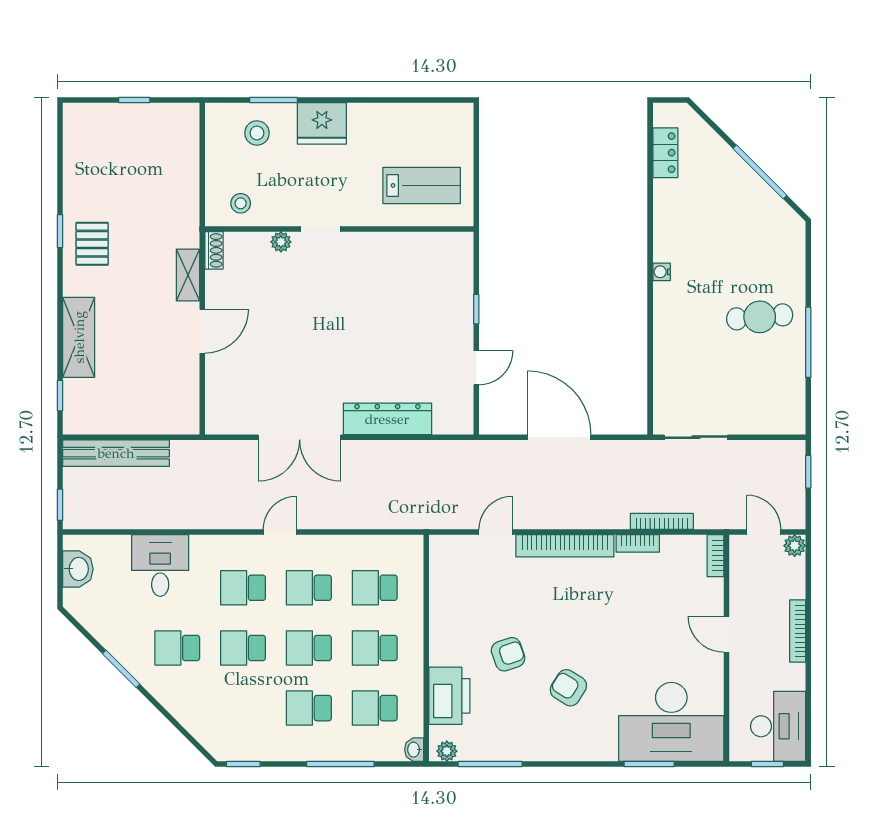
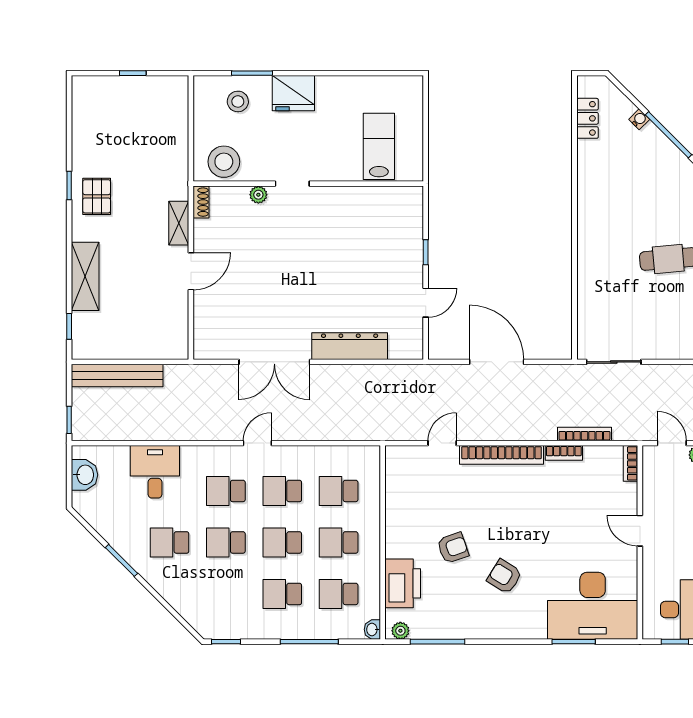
lab bench: (422, 185) -> (379, 146), turned -90
stool: (241, 203) -> (224, 162), width x1.89, depth x1.89
water cooler: (662, 272) -> (639, 119), moved, turned 135

